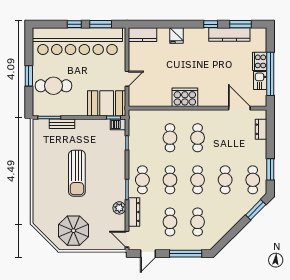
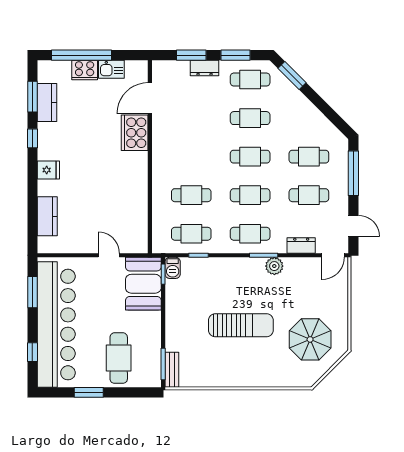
window: (74, 24) -> (32, 352), moved
kitchen counter: (142, 35) -> (47, 216), moved
kitchen counter: (229, 35) -> (47, 103), width x0.67
fridge: (176, 36) -> (48, 170), moved
window: (270, 74) -> (82, 55), moved
window: (29, 76) -> (89, 392), moved
cooker: (185, 97) -> (135, 133), moved
bench: (62, 124) -> (172, 370), moved
dresser: (261, 129) -> (205, 68), moved
cafe table: (198, 138) -> (191, 234), moved
window: (270, 138) -> (191, 55), added
plant: (119, 208) -> (274, 266), moved
dresser: (134, 212) -> (301, 245), width x0.70
parasol: (74, 231) -> (310, 339), moved

